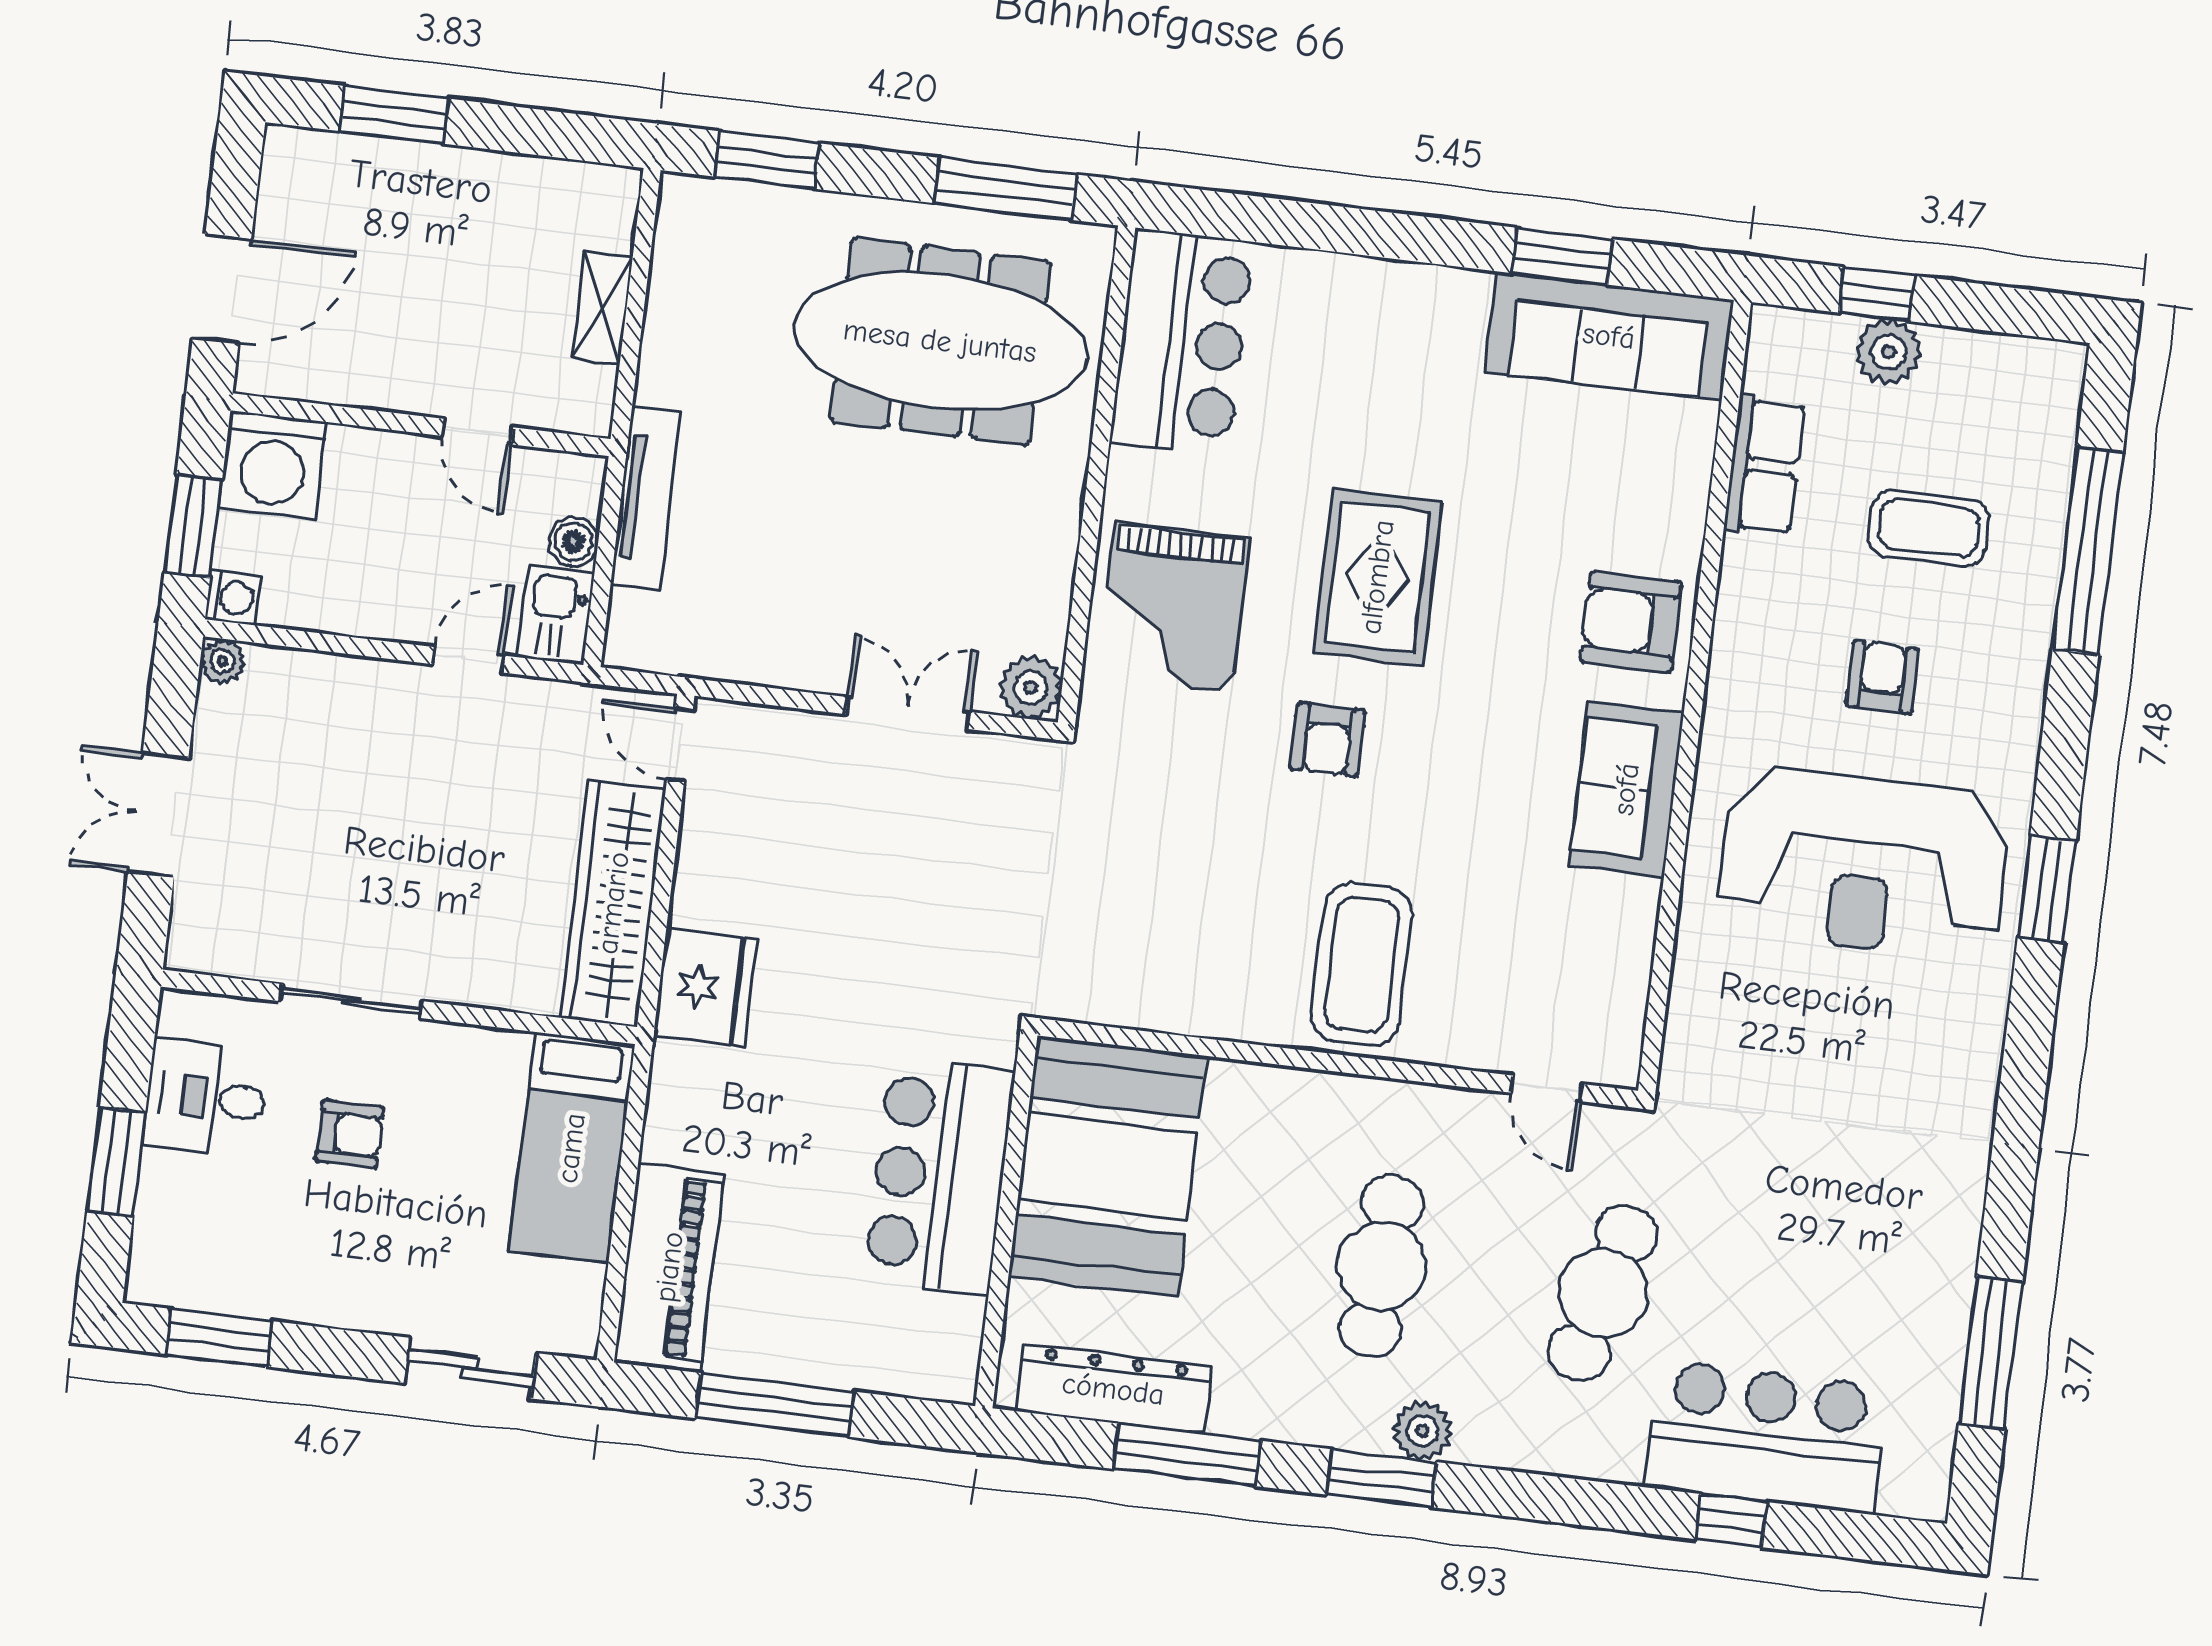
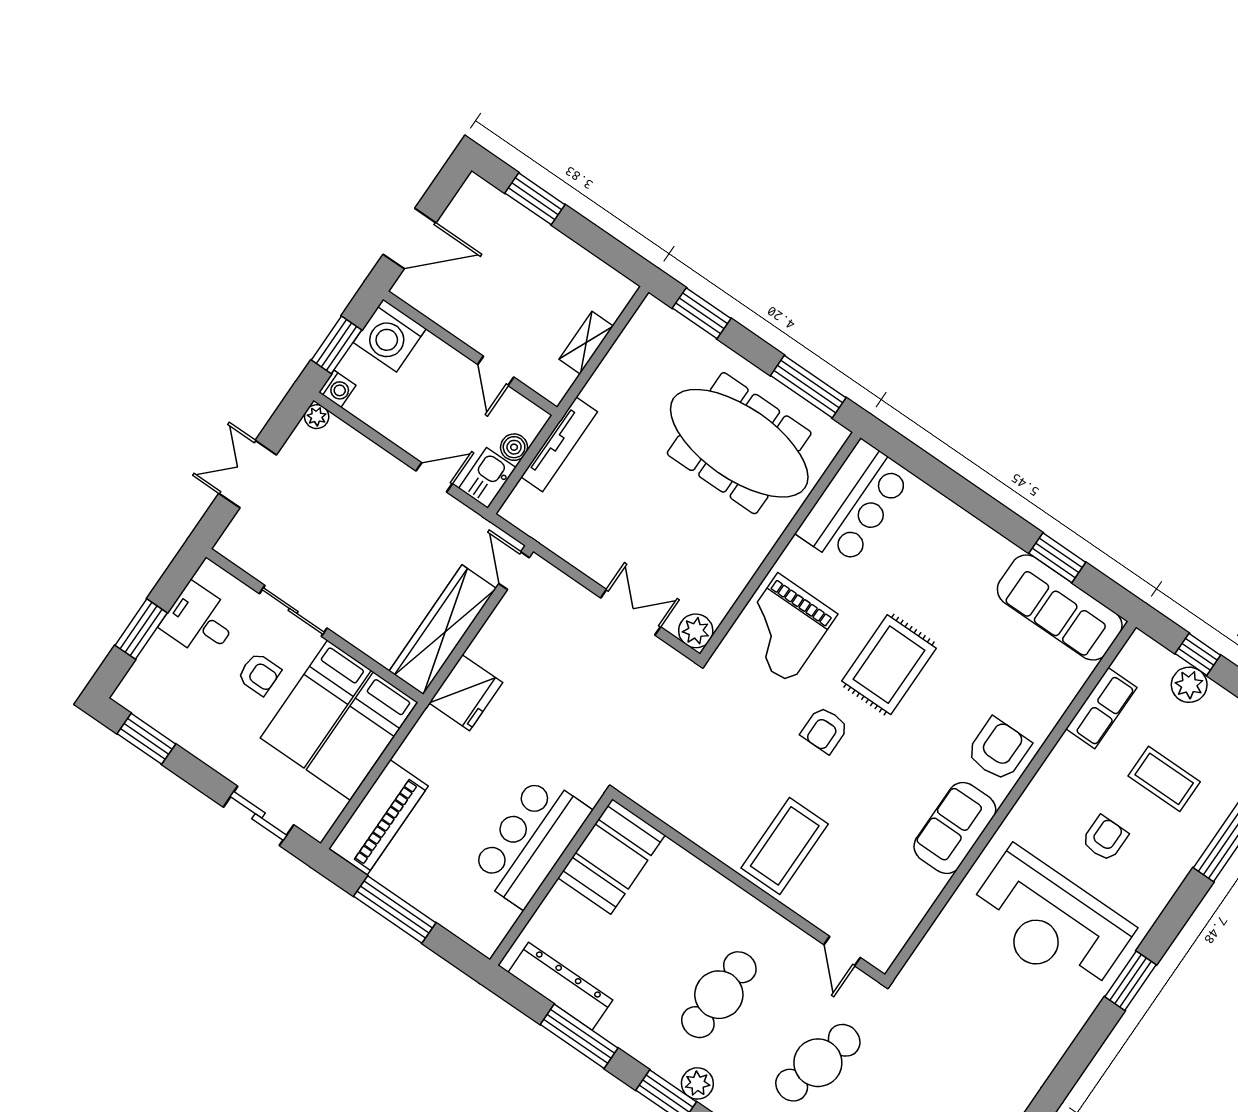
armchair: (1631, 622) -> (999, 749), turned 90
bed: (468, 1135) -> (316, 704), added
booth: (1107, 1166) -> (612, 856), width x0.73, depth x0.70

